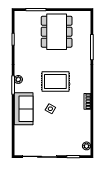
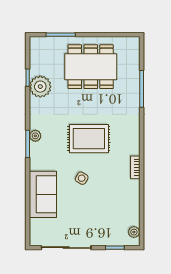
dining table: (57, 32) -> (91, 67), turned 90
plant: (22, 45) -> (40, 87), added
sofa: (24, 109) -> (43, 194), moved

